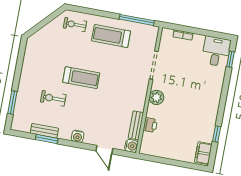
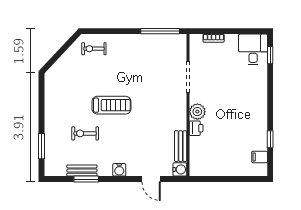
treadmill: (111, 36) -> (136, 54), removed
printer: (150, 125) -> (196, 128), moved
filing cabinet: (203, 153) -> (260, 157), width x0.50

